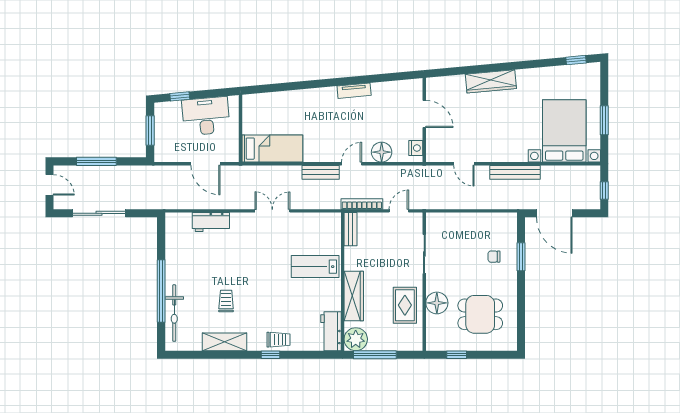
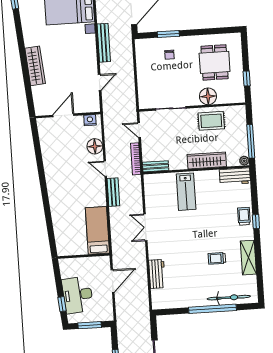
tv unit: (354, 91) -> (49, 170), removed
desk: (206, 116) -> (78, 295), moved
plant: (356, 339) -> (244, 161), width x0.53, depth x0.53

